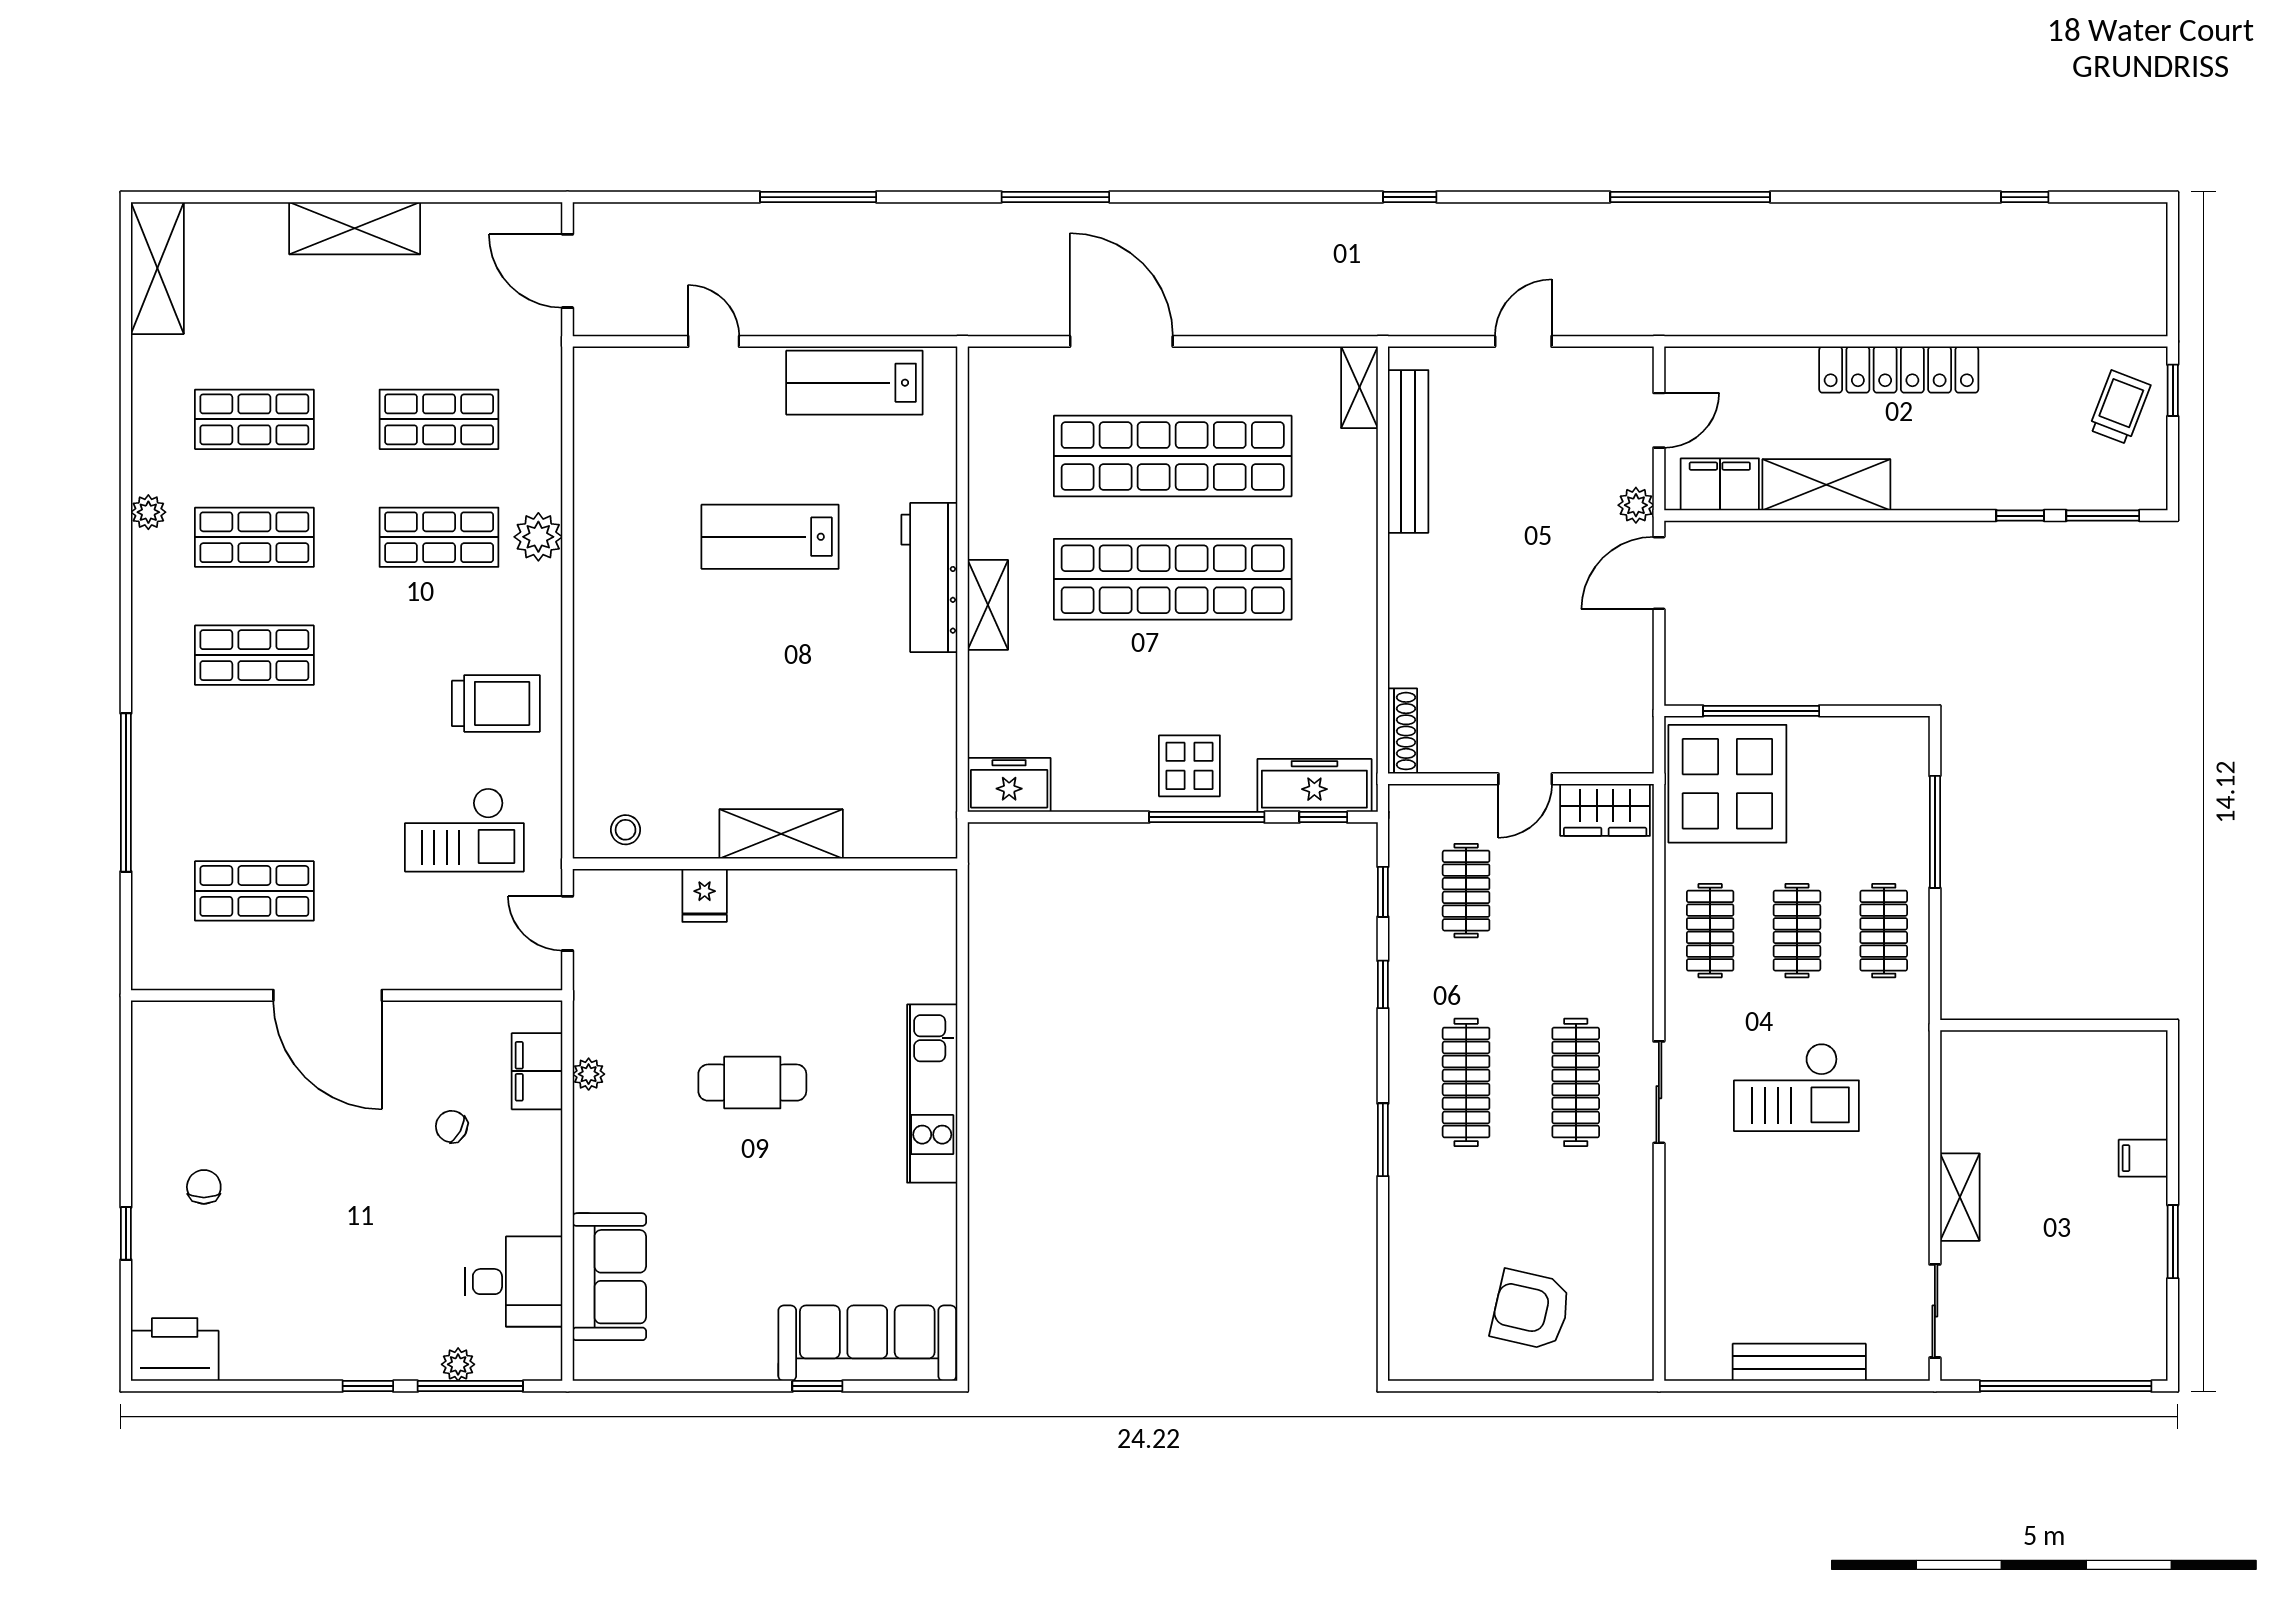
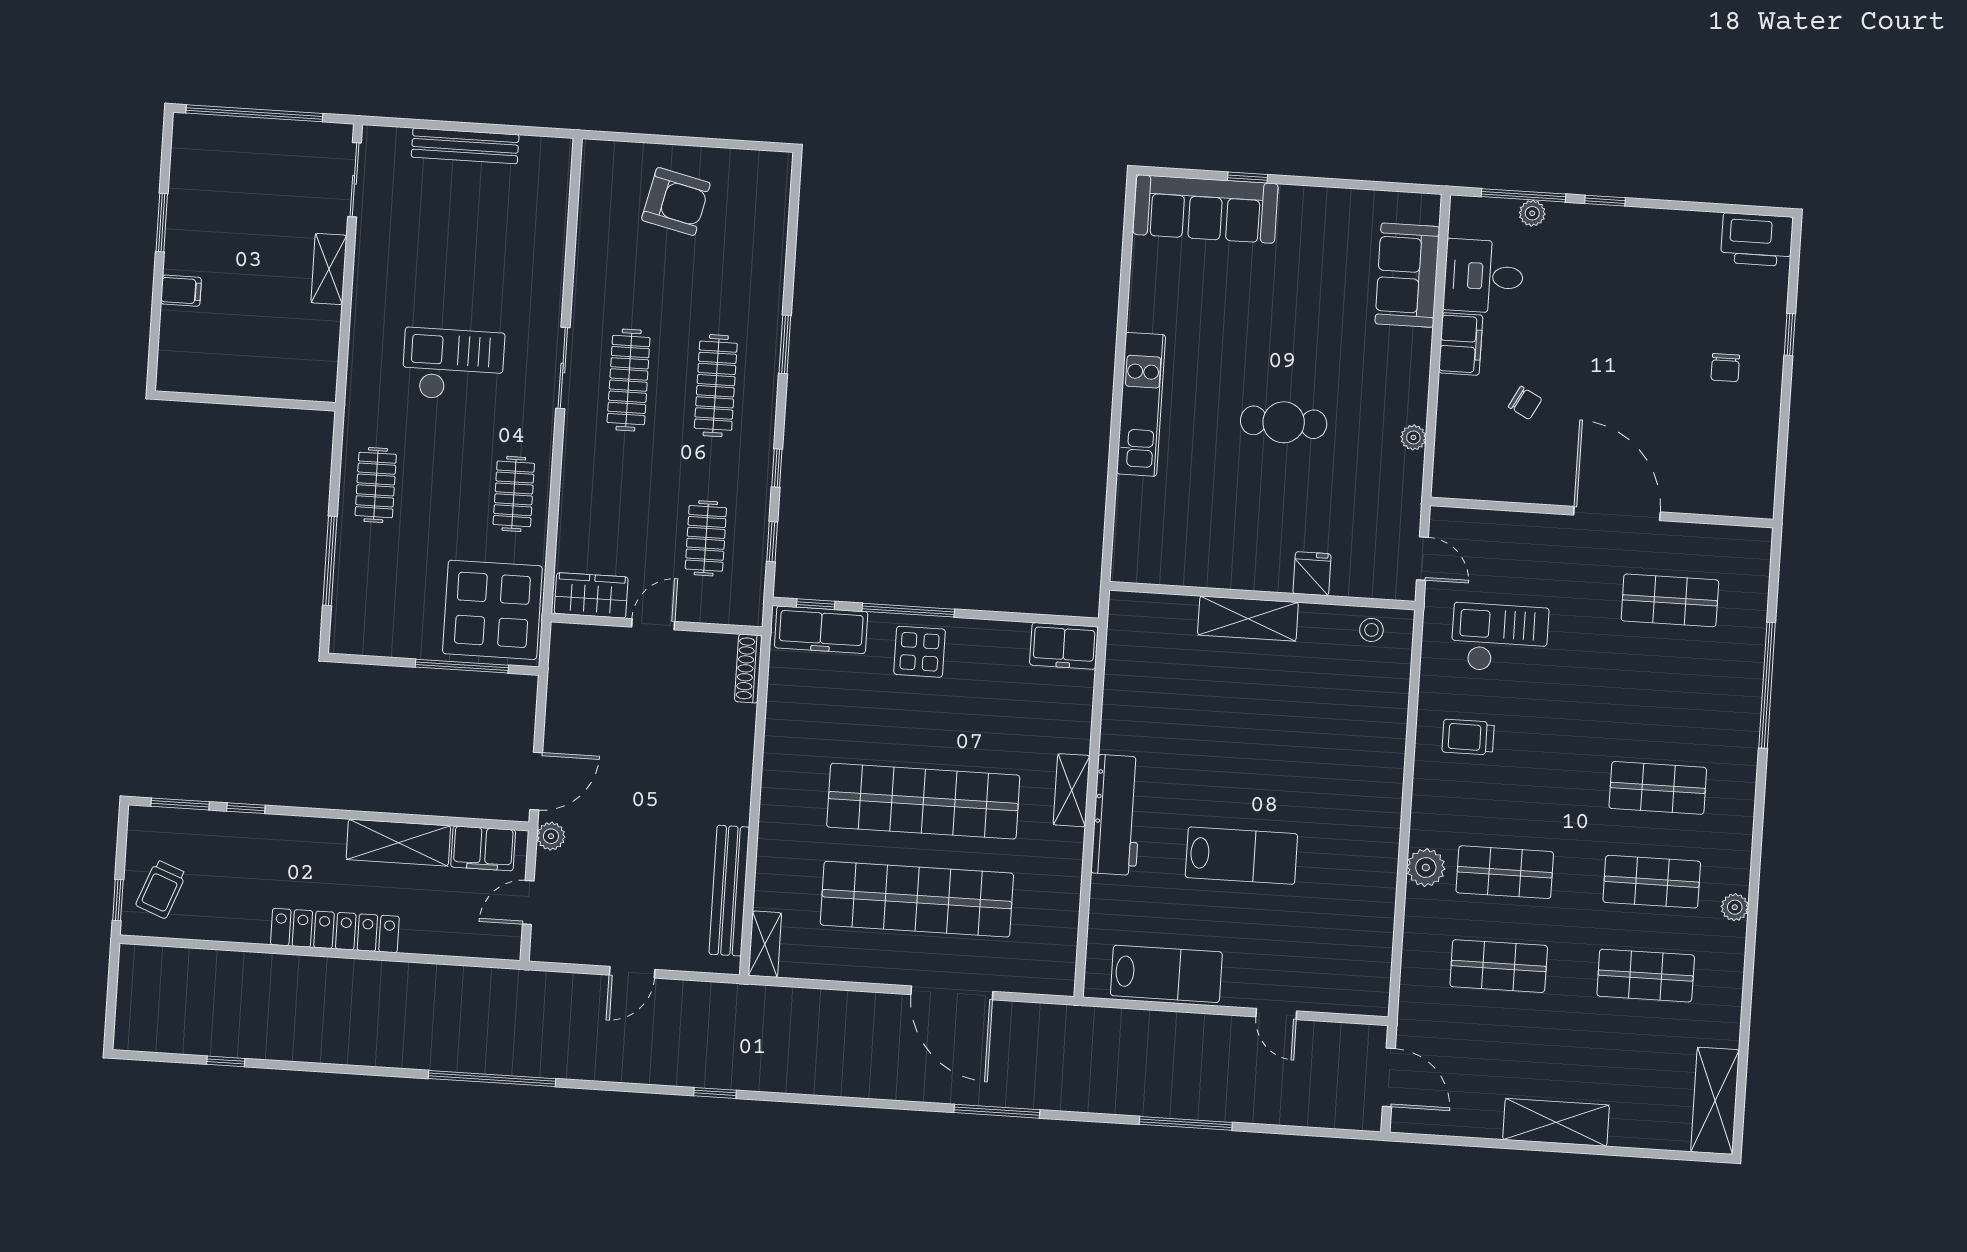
trolley: (496, 703) -> (1468, 737), width x0.73, depth x0.72
clothes rail: (1797, 931) -> (445, 489), removed
filing cabinet: (537, 1071) -> (1461, 344), moved

